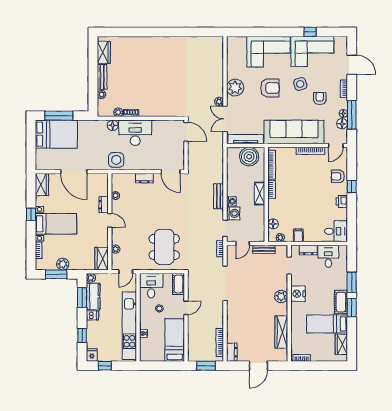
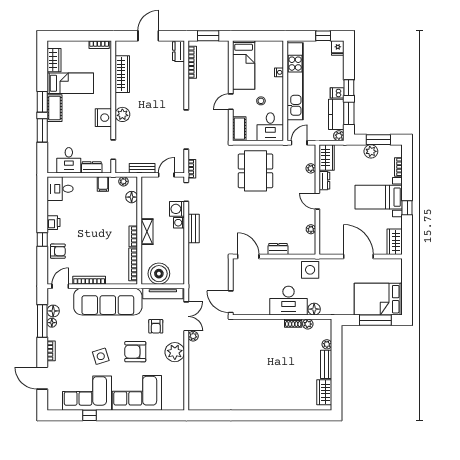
armchair: (320, 98) -> (156, 326), moved
dresser: (104, 205) -> (324, 181), moved
window: (82, 335) -> (349, 88), moved

